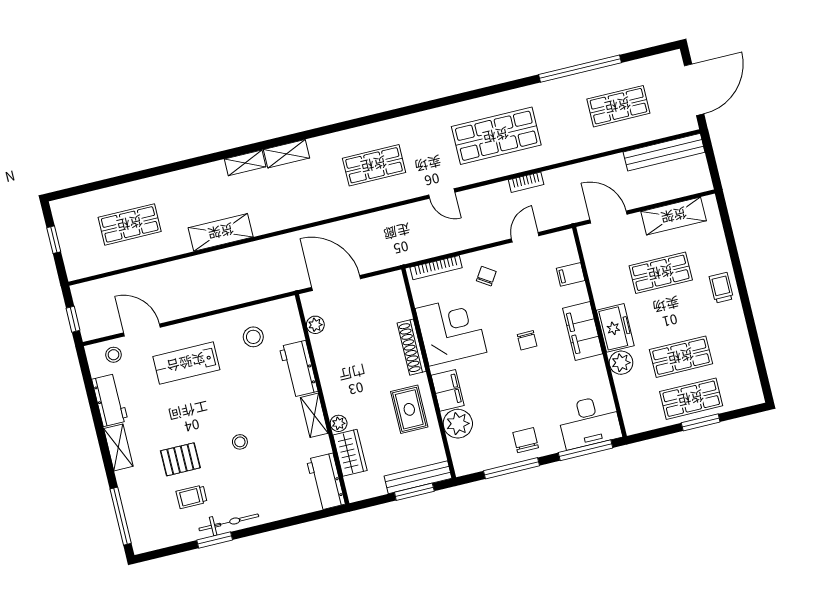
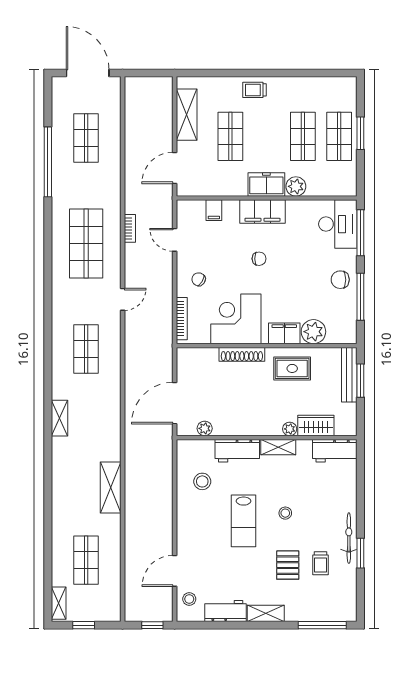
bench: (664, 152) -> (133, 110), removed
shelving: (245, 163) -> (59, 603), moved
lab bench: (186, 363) -> (244, 521), moved

